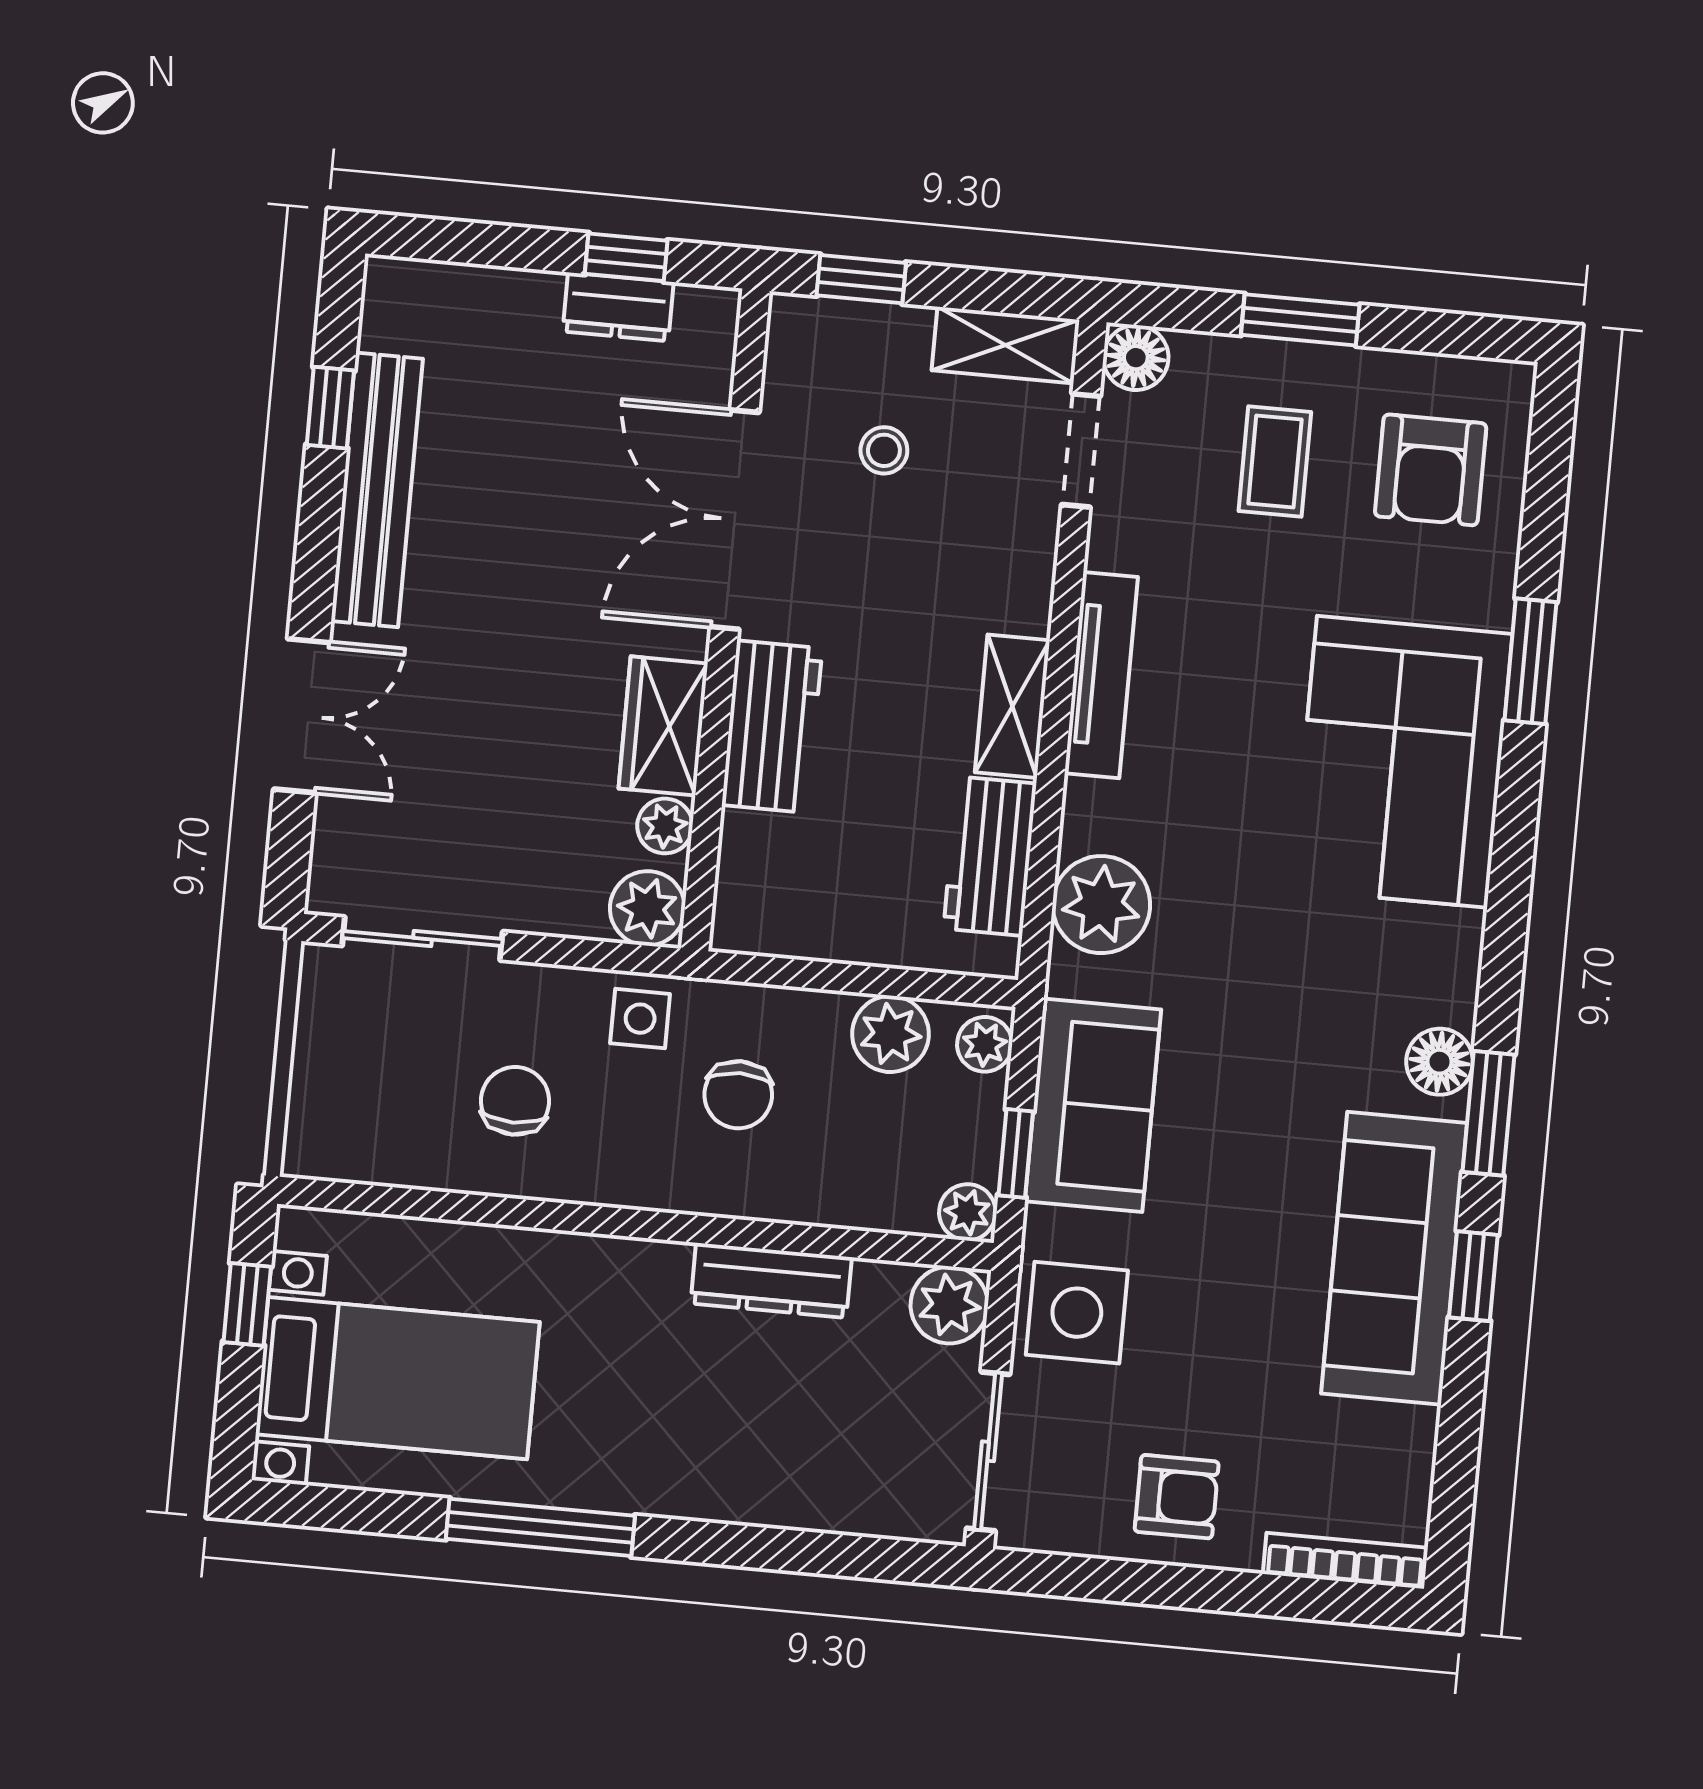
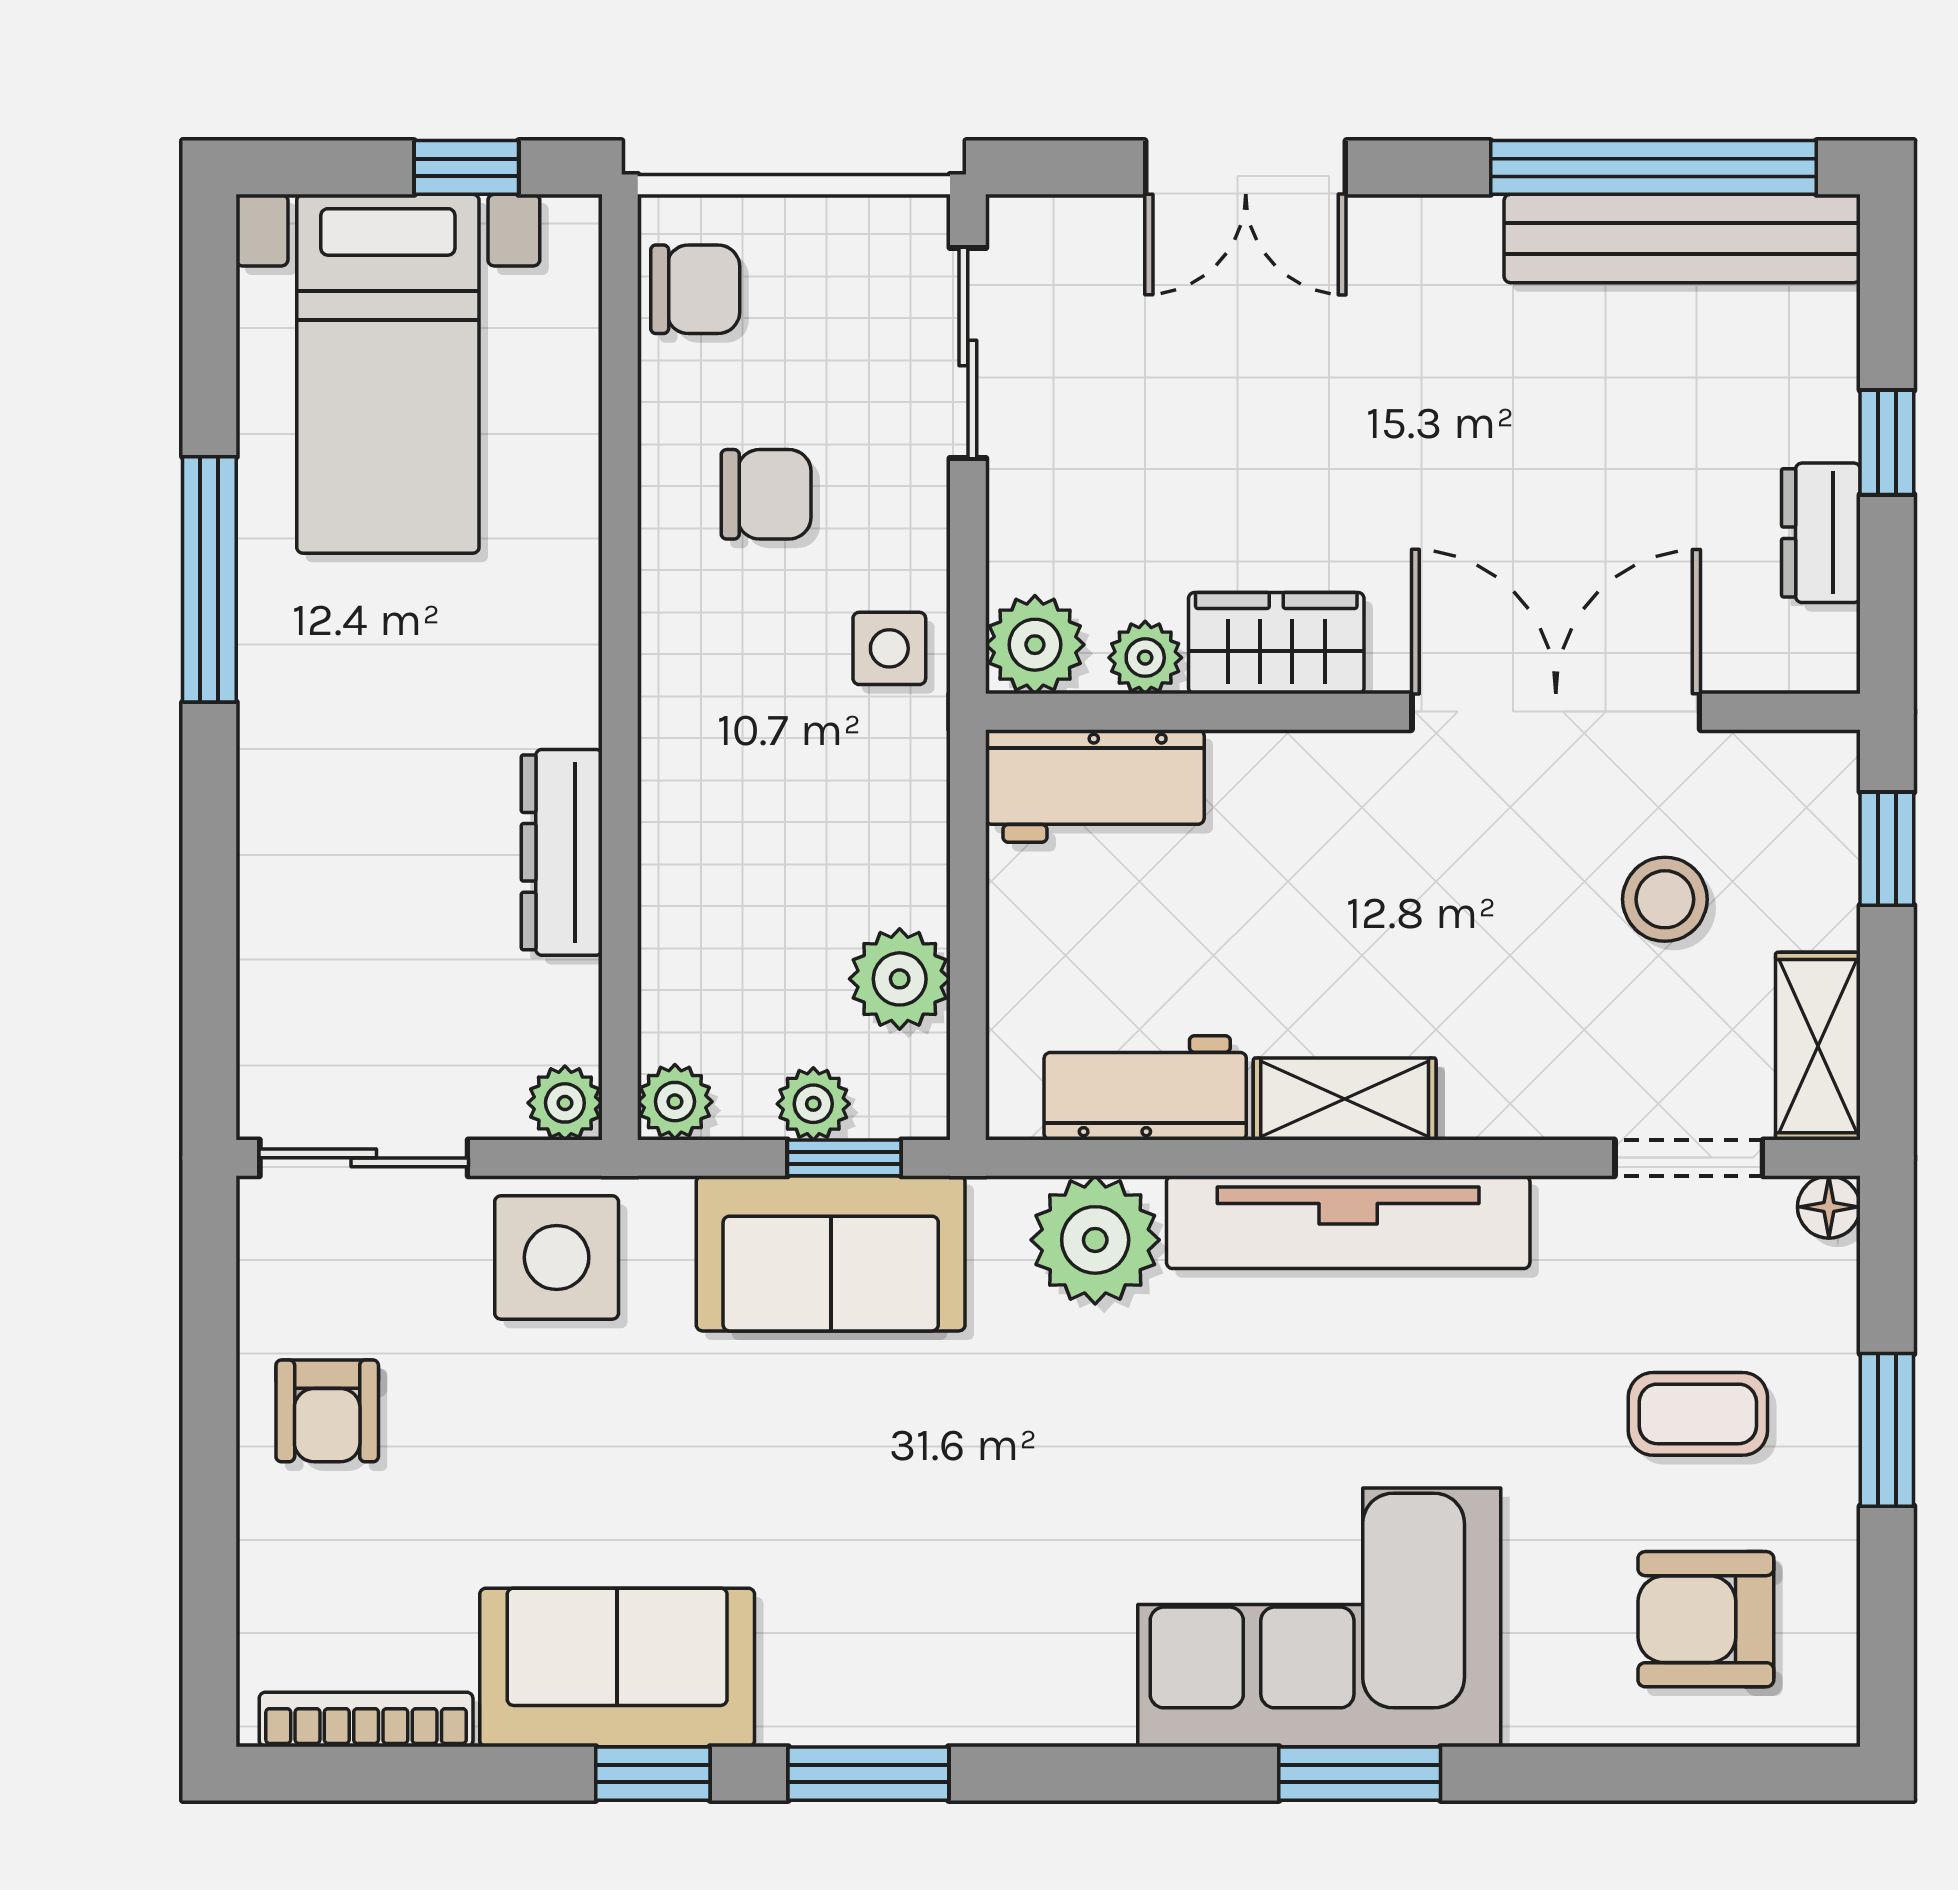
window: (626, 257) -> (1887, 442), moved
floor lamp: (1136, 358) -> (1829, 1207), width x0.73, depth x0.73
window: (330, 408) -> (1654, 167), width x3.17
stool: (884, 450) -> (1665, 899), width x1.37, depth x1.37
bench: (377, 490) -> (1682, 238), moved
window: (1530, 661) -> (1360, 1774), moved
tv unit: (1101, 675) -> (1348, 1222), width x1.36, depth x1.29
workbench: (772, 727) -> (1095, 786), moved
plant: (985, 1044) -> (813, 1104), moved
floor lamp: (1440, 1062) -> (930, 1703), removed
chair: (738, 1095) -> (695, 289), moved, turned 180
window: (1016, 1153) -> (844, 1158), moved
sofa: (1394, 1258) -> (617, 1667), width x0.73
plant: (949, 1305) -> (565, 1103), width x0.73, depth x0.73
bookcase: (1345, 1561) -> (366, 1719), moved, turned -90

